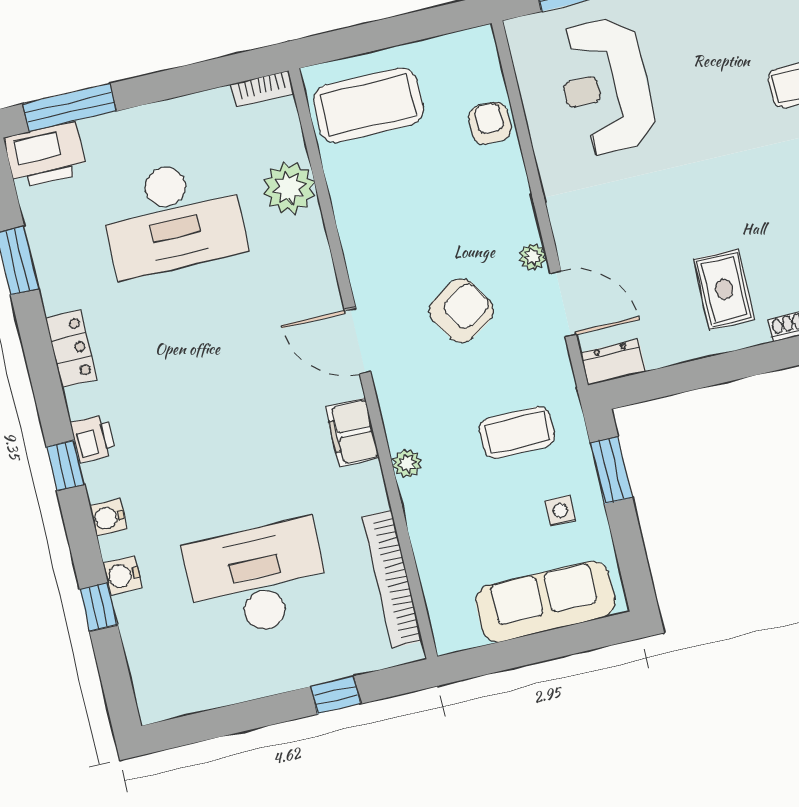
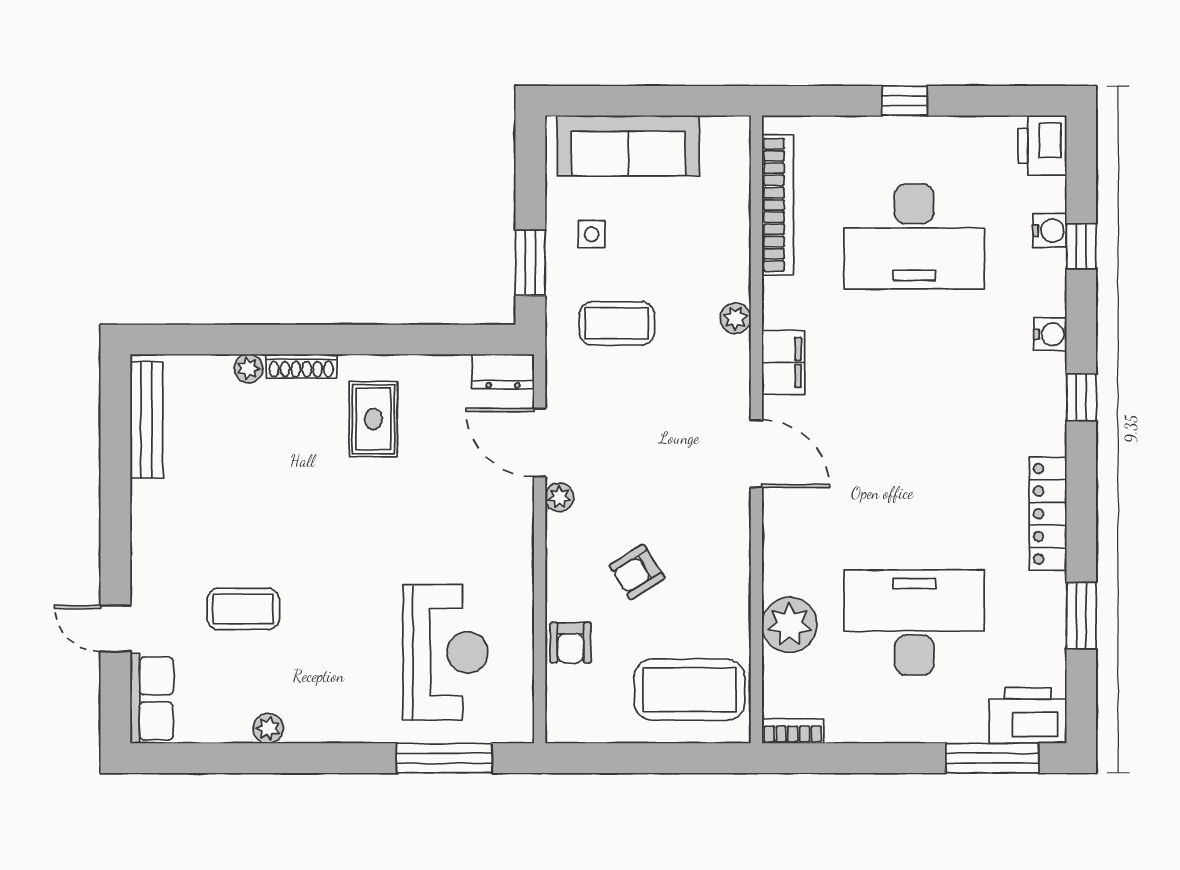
armchair: (462, 311) -> (637, 572), moved, width x0.72, depth x0.72
locker: (71, 349) -> (1048, 514), width x1.53
printer: (93, 438) -> (1042, 146), moved, width x1.36, depth x1.24
water cooler: (122, 575) -> (1050, 230), moved
window: (336, 695) -> (905, 101), moved

